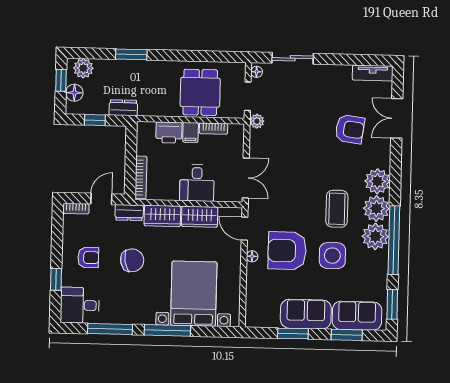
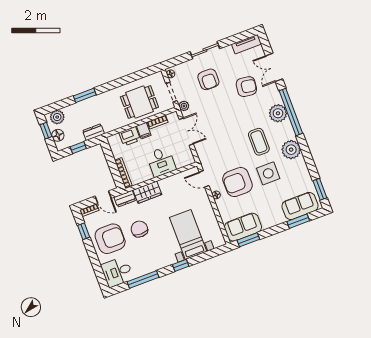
sliding door: (293, 58) -> (205, 50), moved
dining table: (200, 92) -> (139, 102), turned 90
armchair: (304, 99) -> (208, 79), added
double door: (246, 178) -> (186, 132), moved
door: (101, 199) -> (103, 197), swing flipped
plant: (376, 208) -> (284, 131), removed
wardrobe: (200, 217) -> (172, 183), removed
window: (394, 240) -> (291, 112), moved
armchair: (88, 258) -> (110, 239), width x1.88, depth x1.88
chair: (132, 260) -> (139, 229), turned -80
window: (56, 279) -> (84, 231), moved
bed with nightstands: (194, 294) -> (188, 234), width x0.73
sofa: (306, 314) -> (243, 227), moved
window: (167, 330) -> (181, 265), width x0.46
window: (293, 334) -> (248, 240), moved

